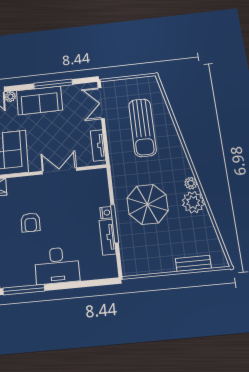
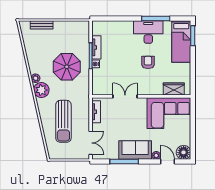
sun lounger: (142, 128) -> (63, 121), turned 180
double door: (59, 171) -> (125, 96), swing flipped
plant: (193, 202) -> (41, 90), moved
desk: (57, 265) -> (148, 32), moved

